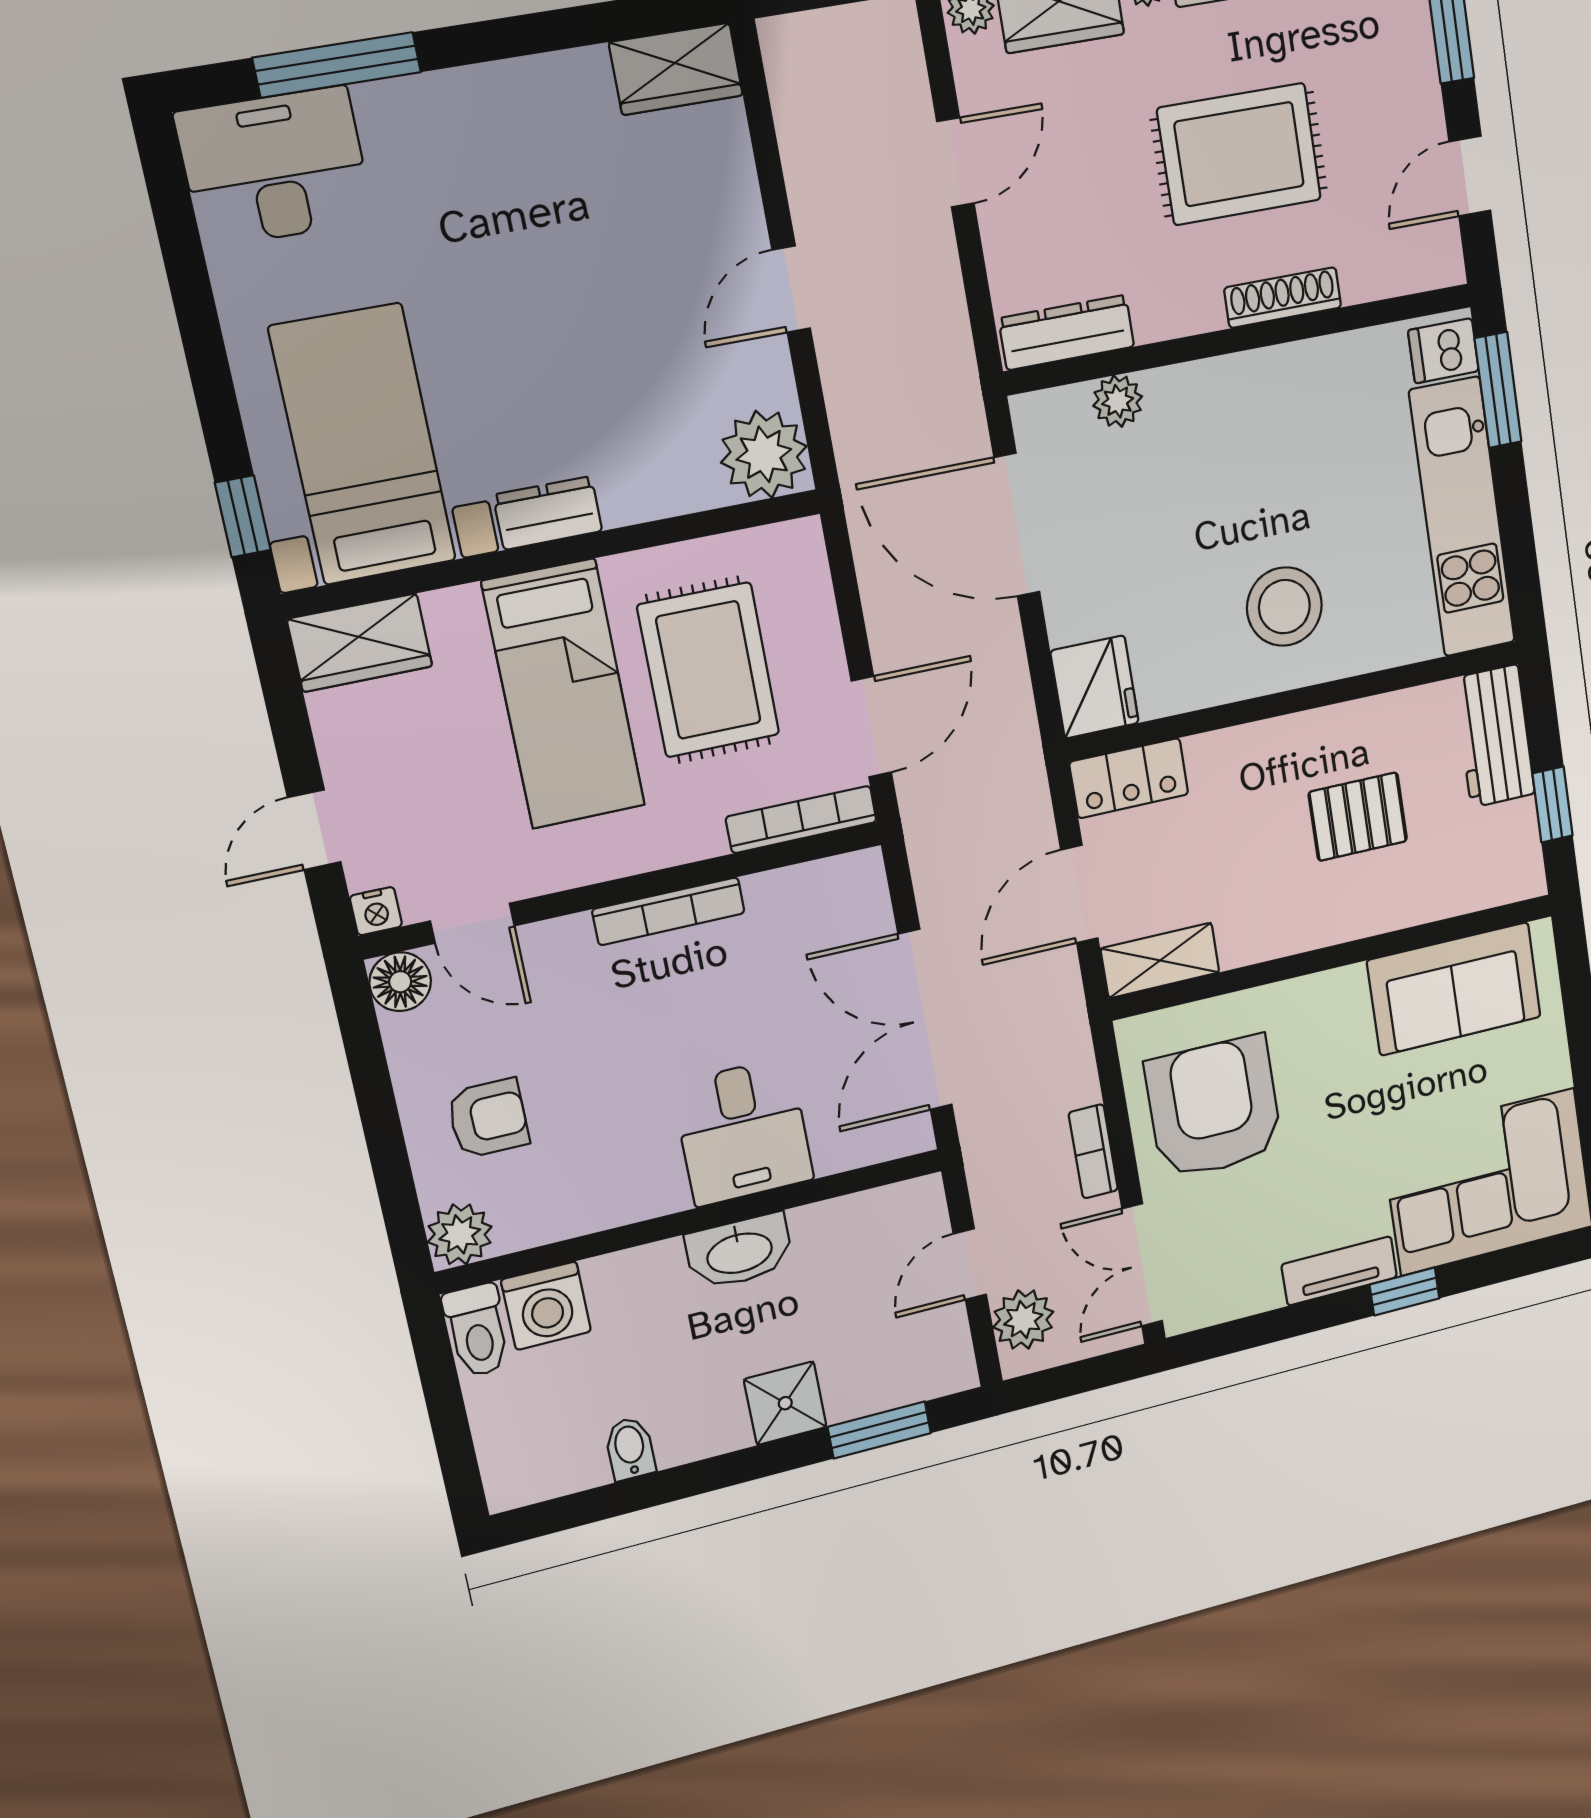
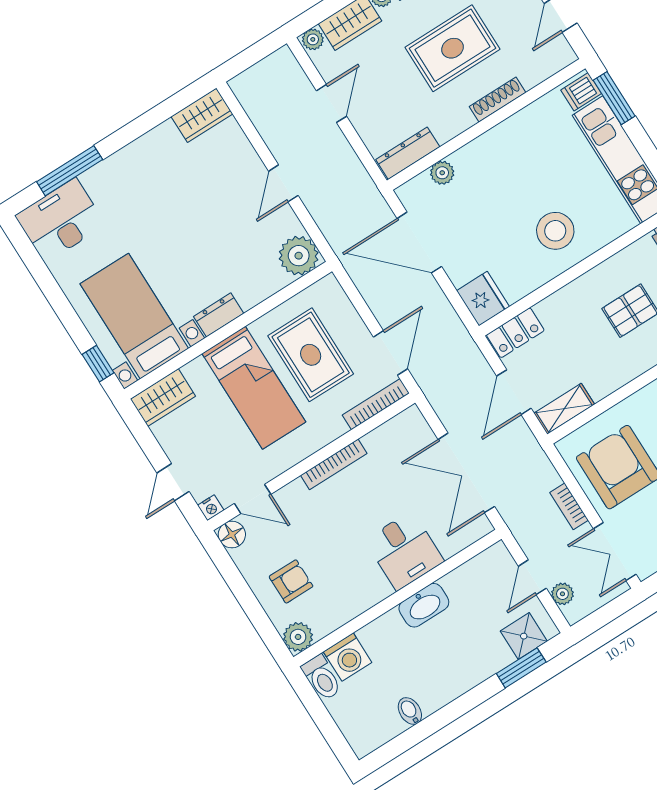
plant: (1023, 1320) -> (562, 594), width x0.73, depth x0.73
shower: (785, 1403) -> (524, 636), moved

